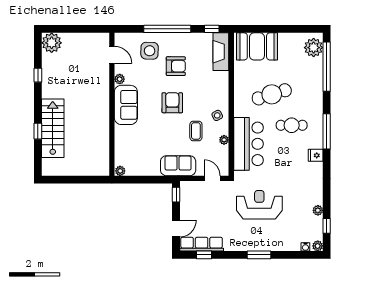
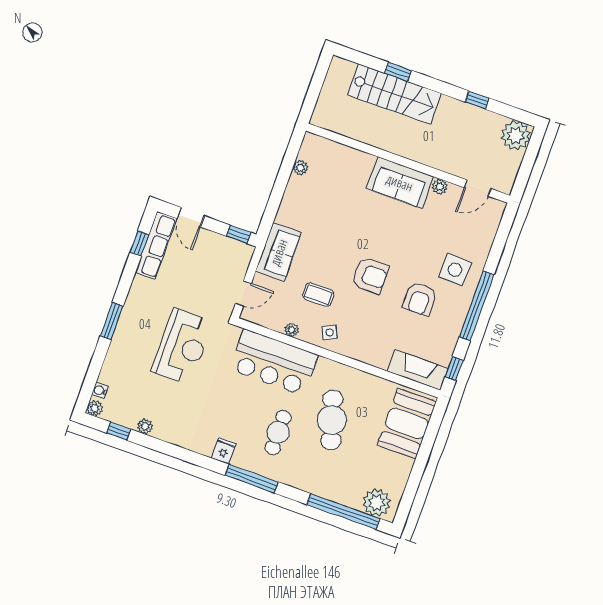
door: (112, 55) -> (478, 188), moved
plant: (120, 79) -> (440, 187), moved
wall: (112, 104) -> (408, 163), moved
sofa: (126, 105) -> (400, 182), moved

